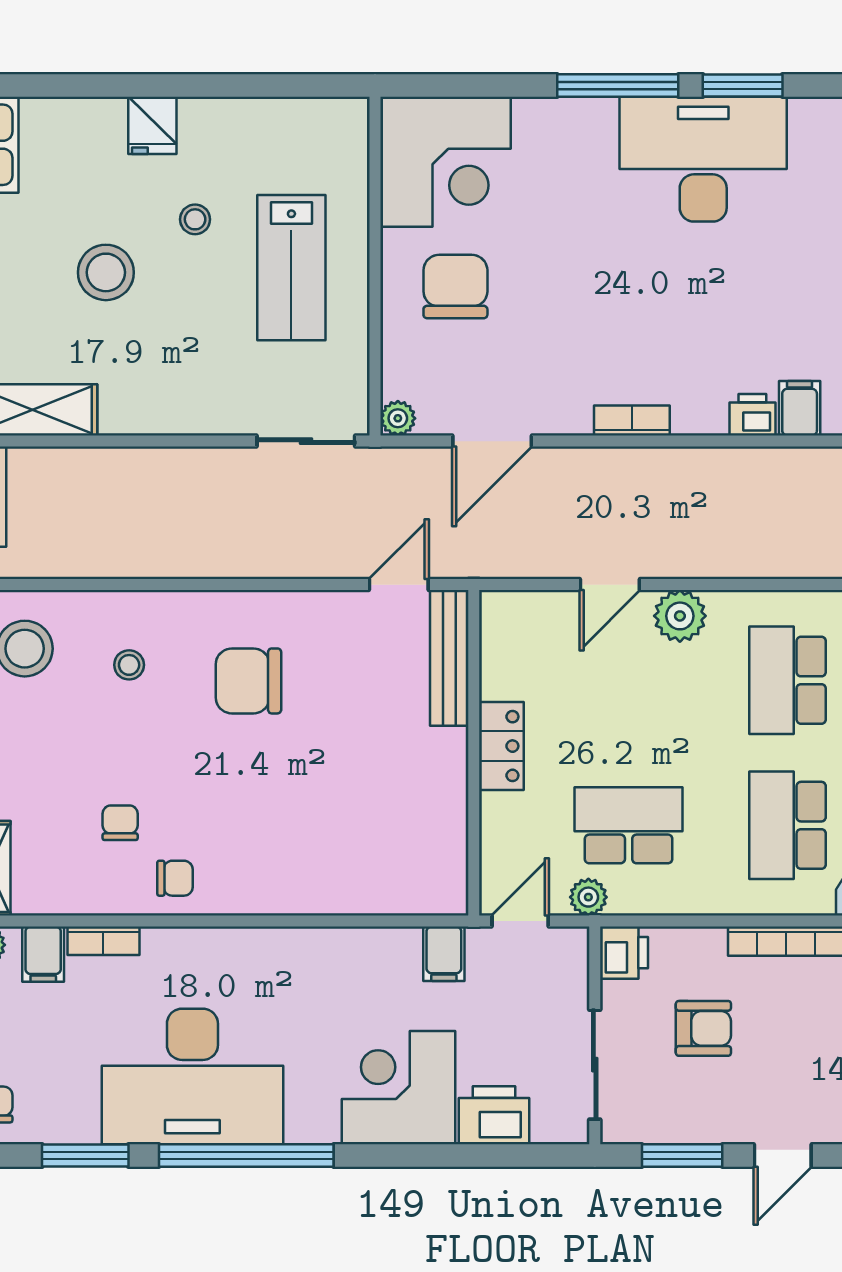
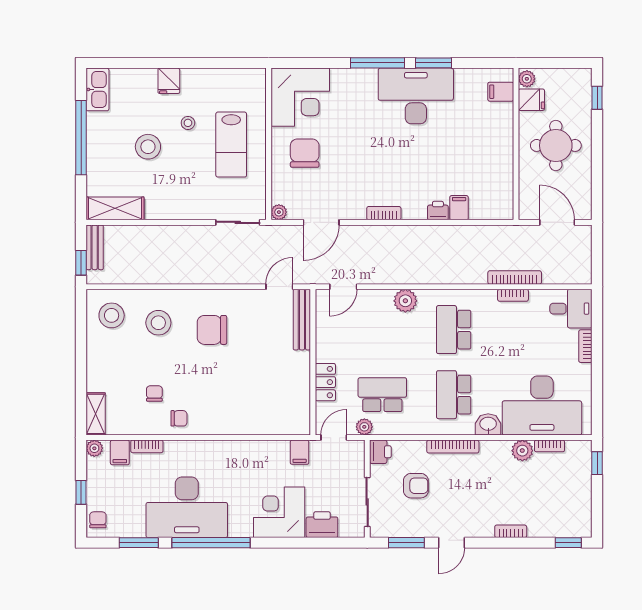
door: (610, 585) -> (343, 287), moved
stool: (129, 665) -> (158, 323), width x1.89, depth x1.89
locker: (501, 746) -> (325, 382), moved

